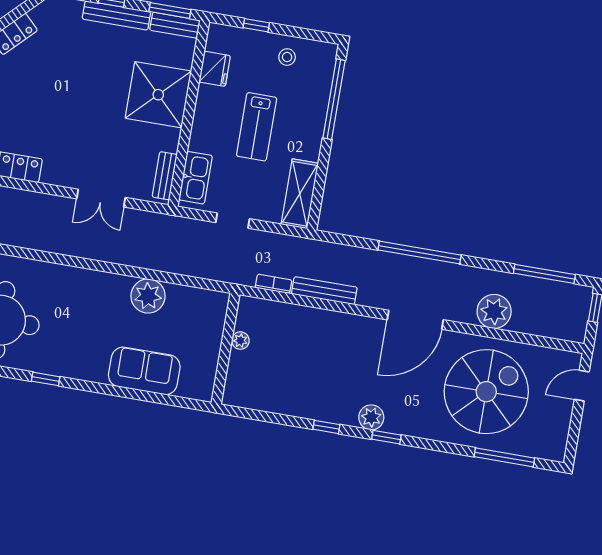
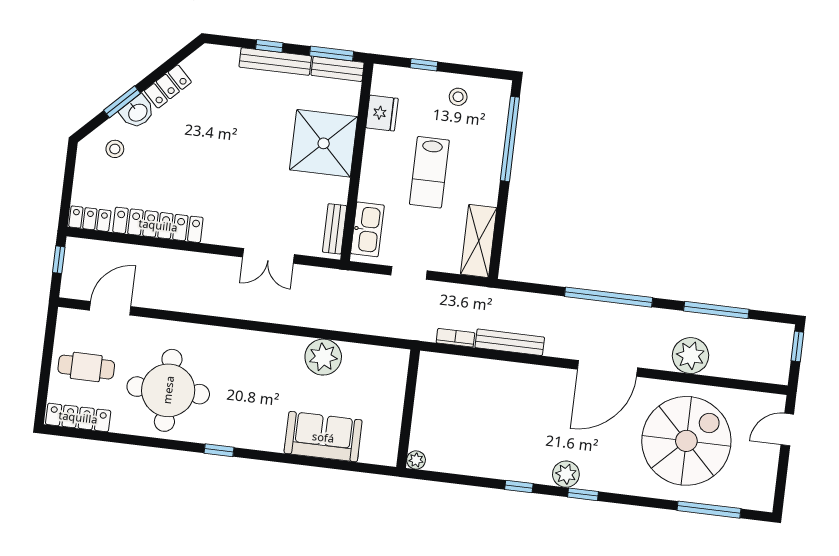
window: (544, 274) -> (716, 310), moved
plant: (240, 341) -> (416, 460), moved

